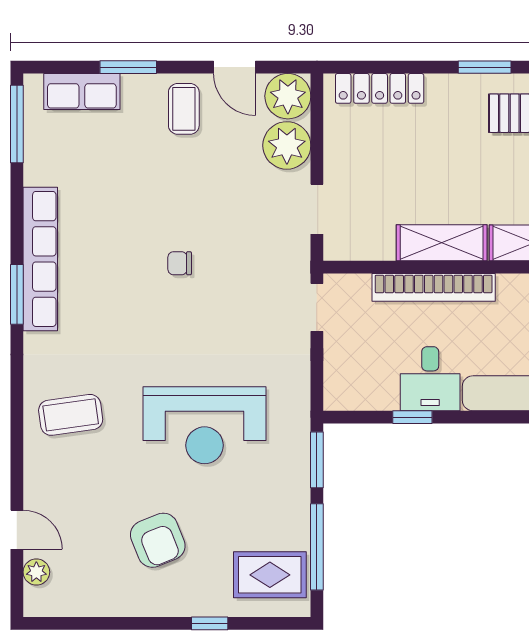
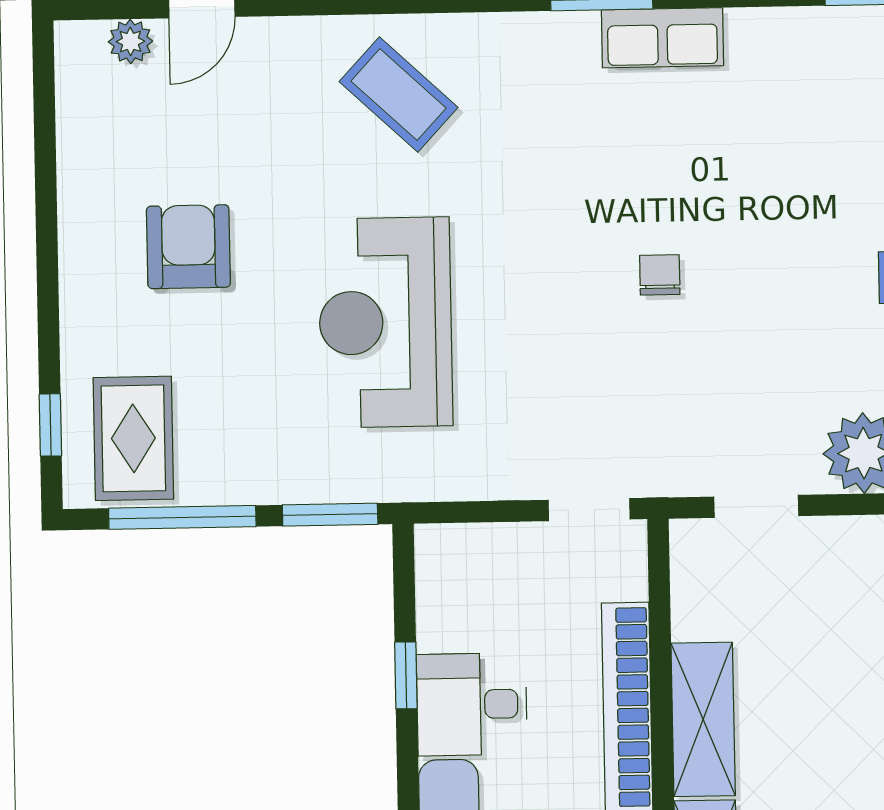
row of seats: (40, 259) -> (662, 38), width x0.50
coffee table: (71, 415) -> (399, 95), turned -39
armchair: (158, 540) -> (188, 247), turned 112
window: (210, 623) -> (50, 425), moved

